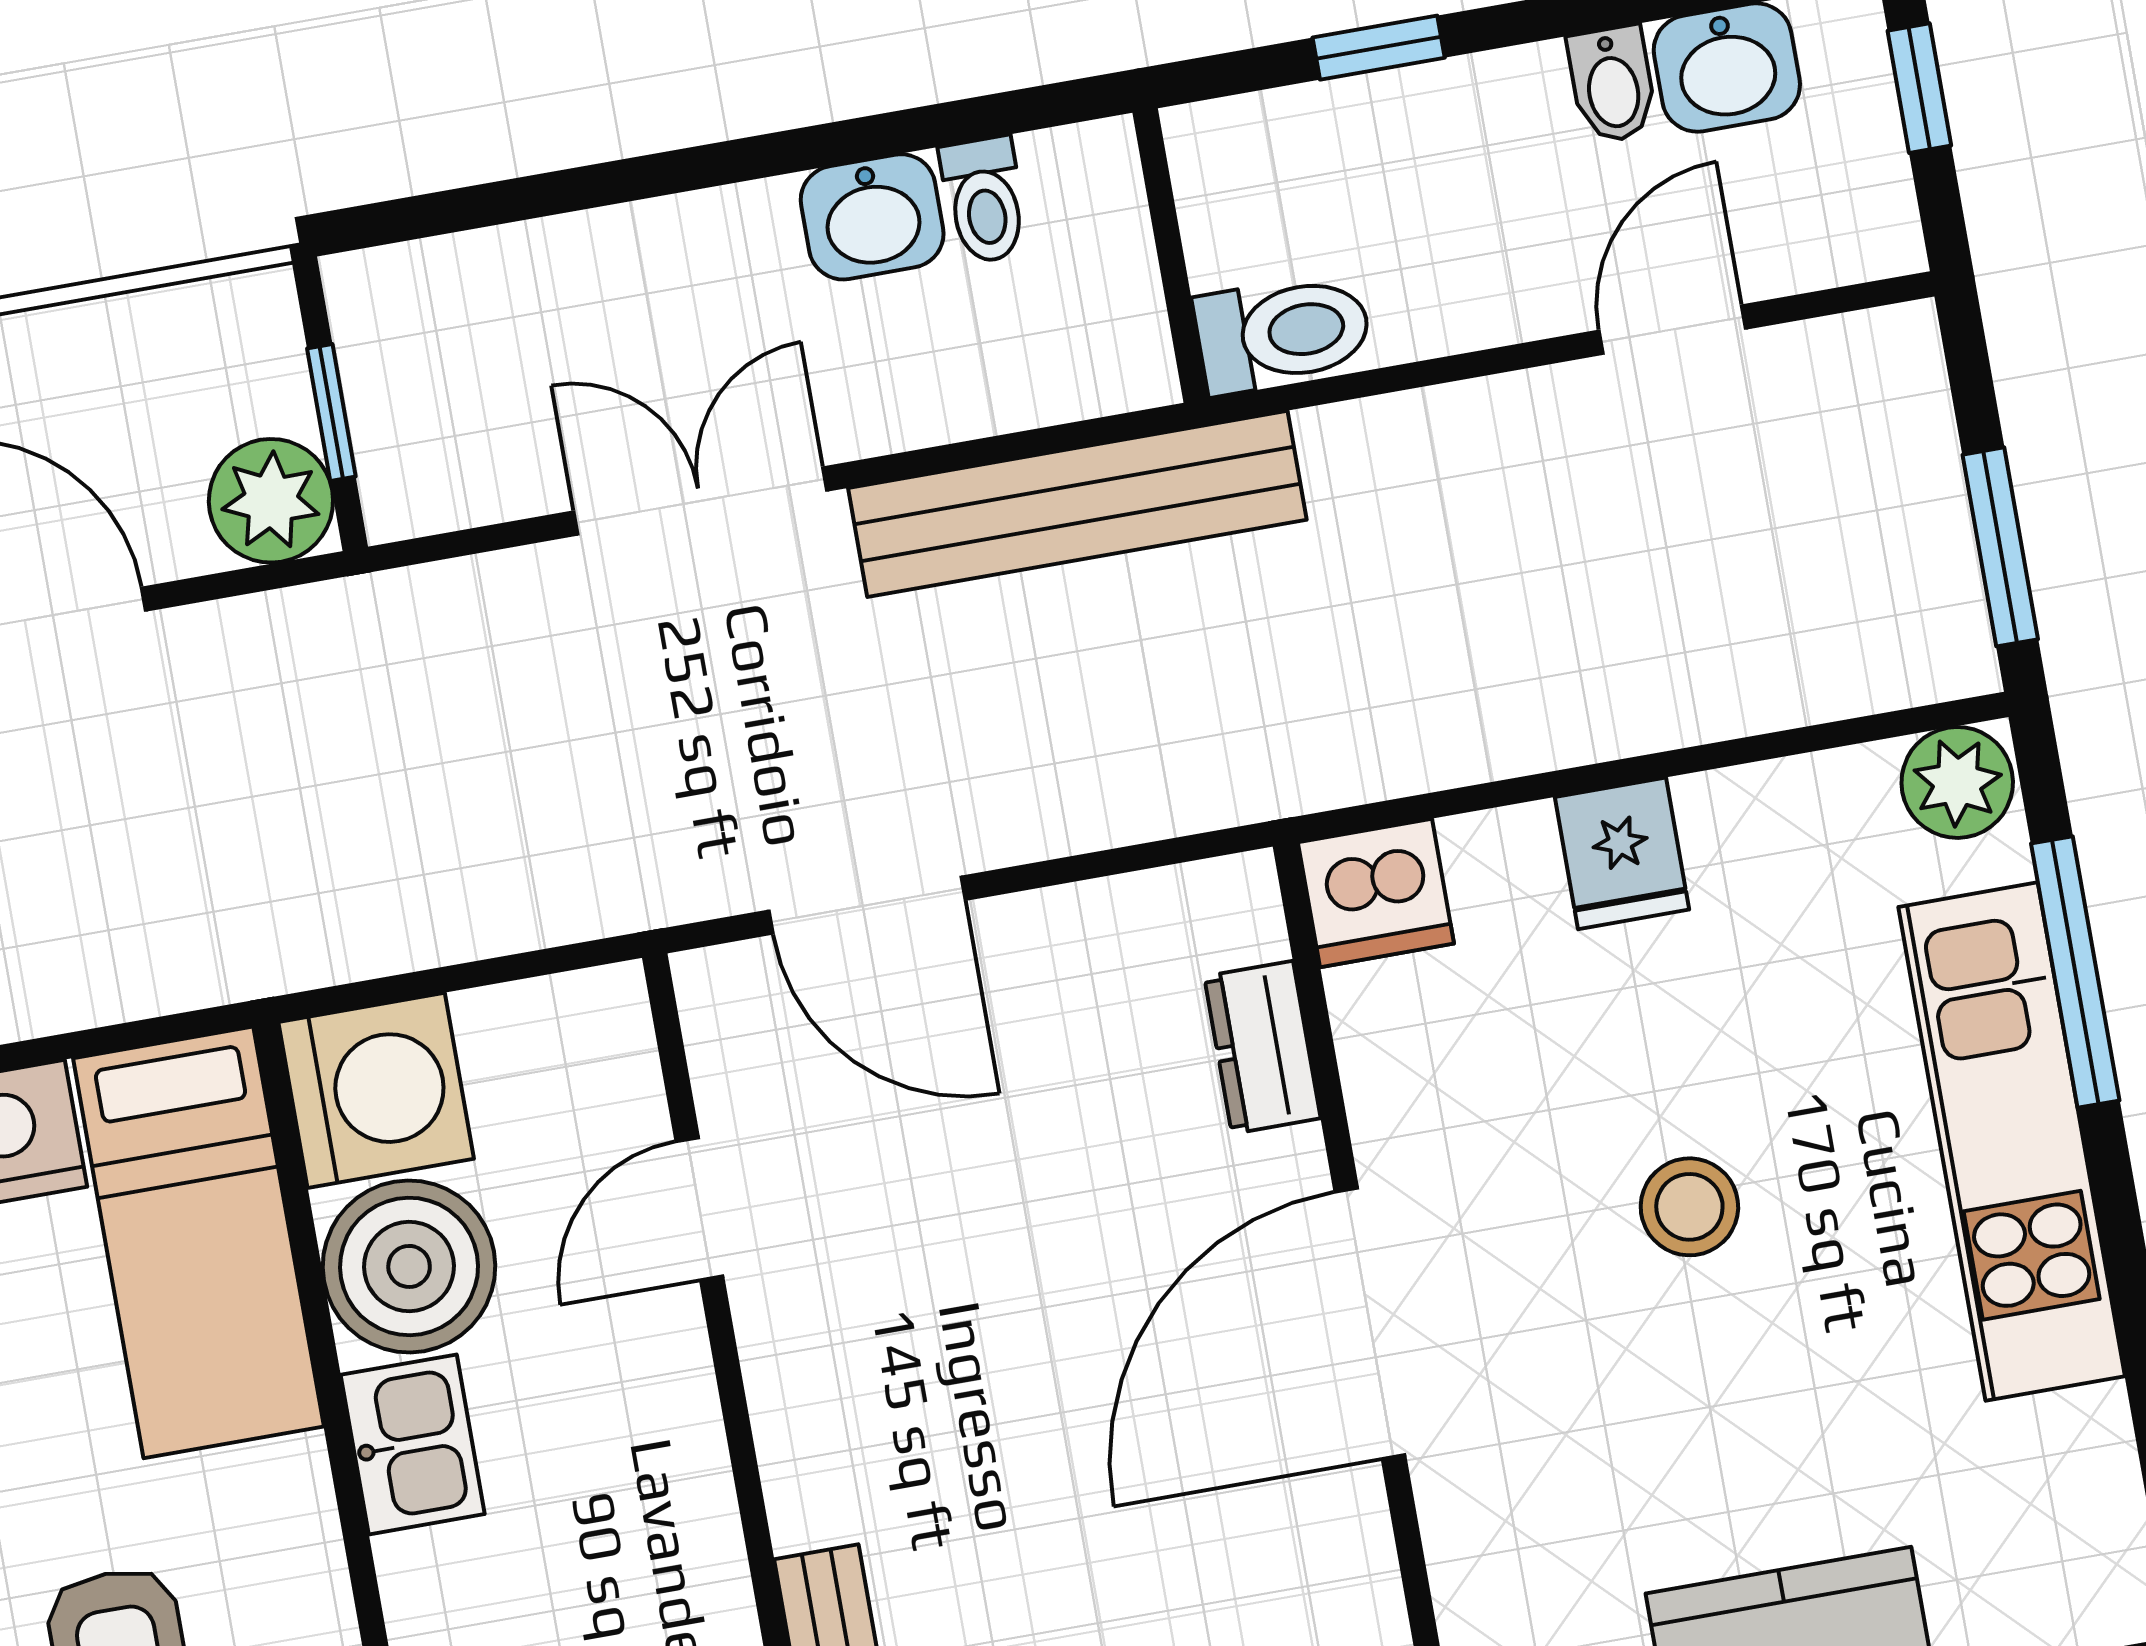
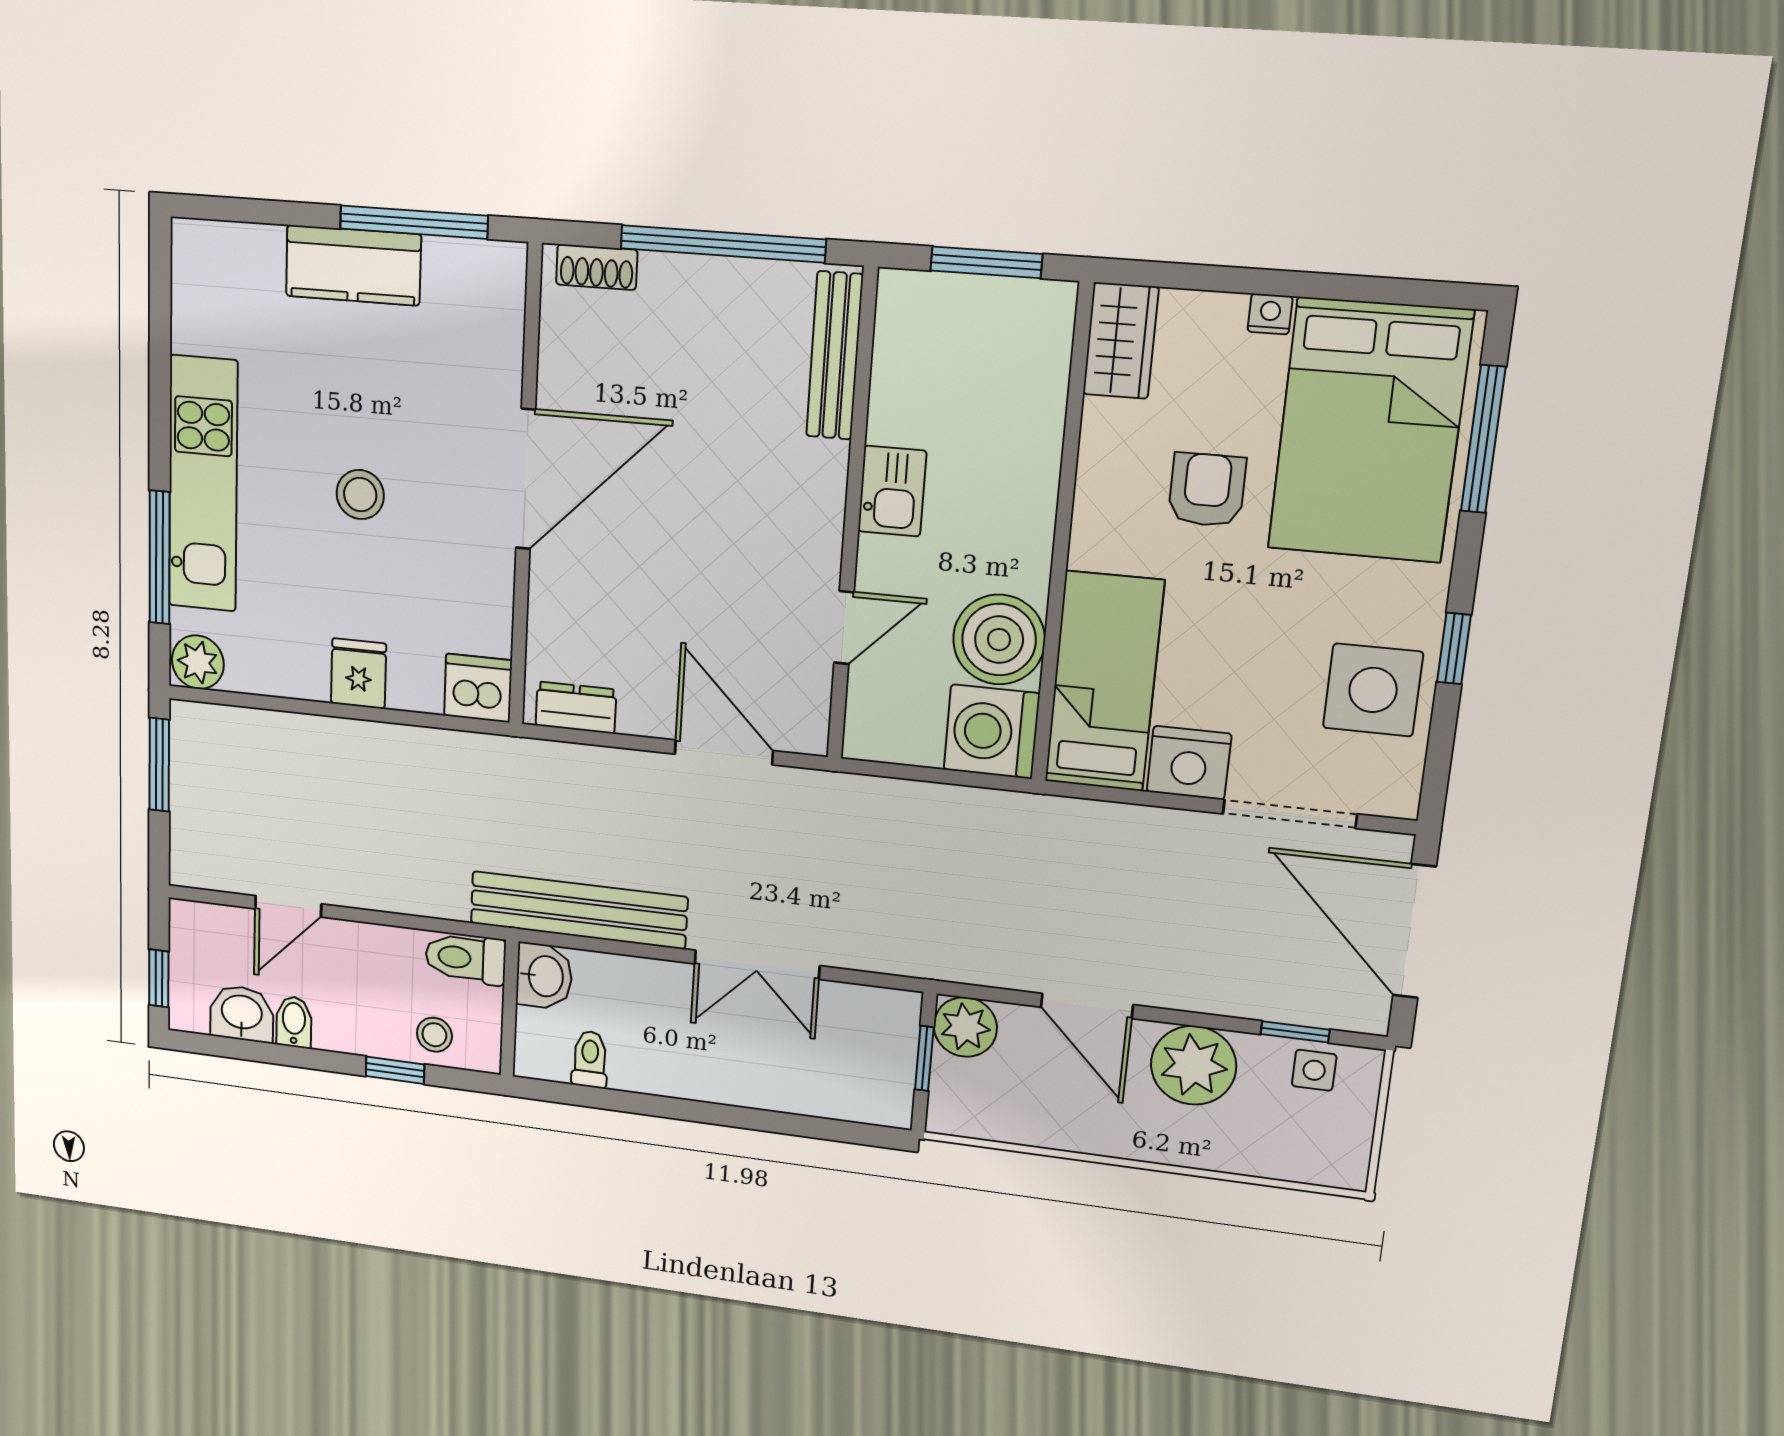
stool: (1313, 151) -> (434, 1035), added
washbasin: (872, 217) -> (544, 976), moved, turned 90
dresser: (1262, 1047) -> (576, 708), moved, turned -90
kitchen sink: (413, 1444) -> (892, 491), moved, turned 180

